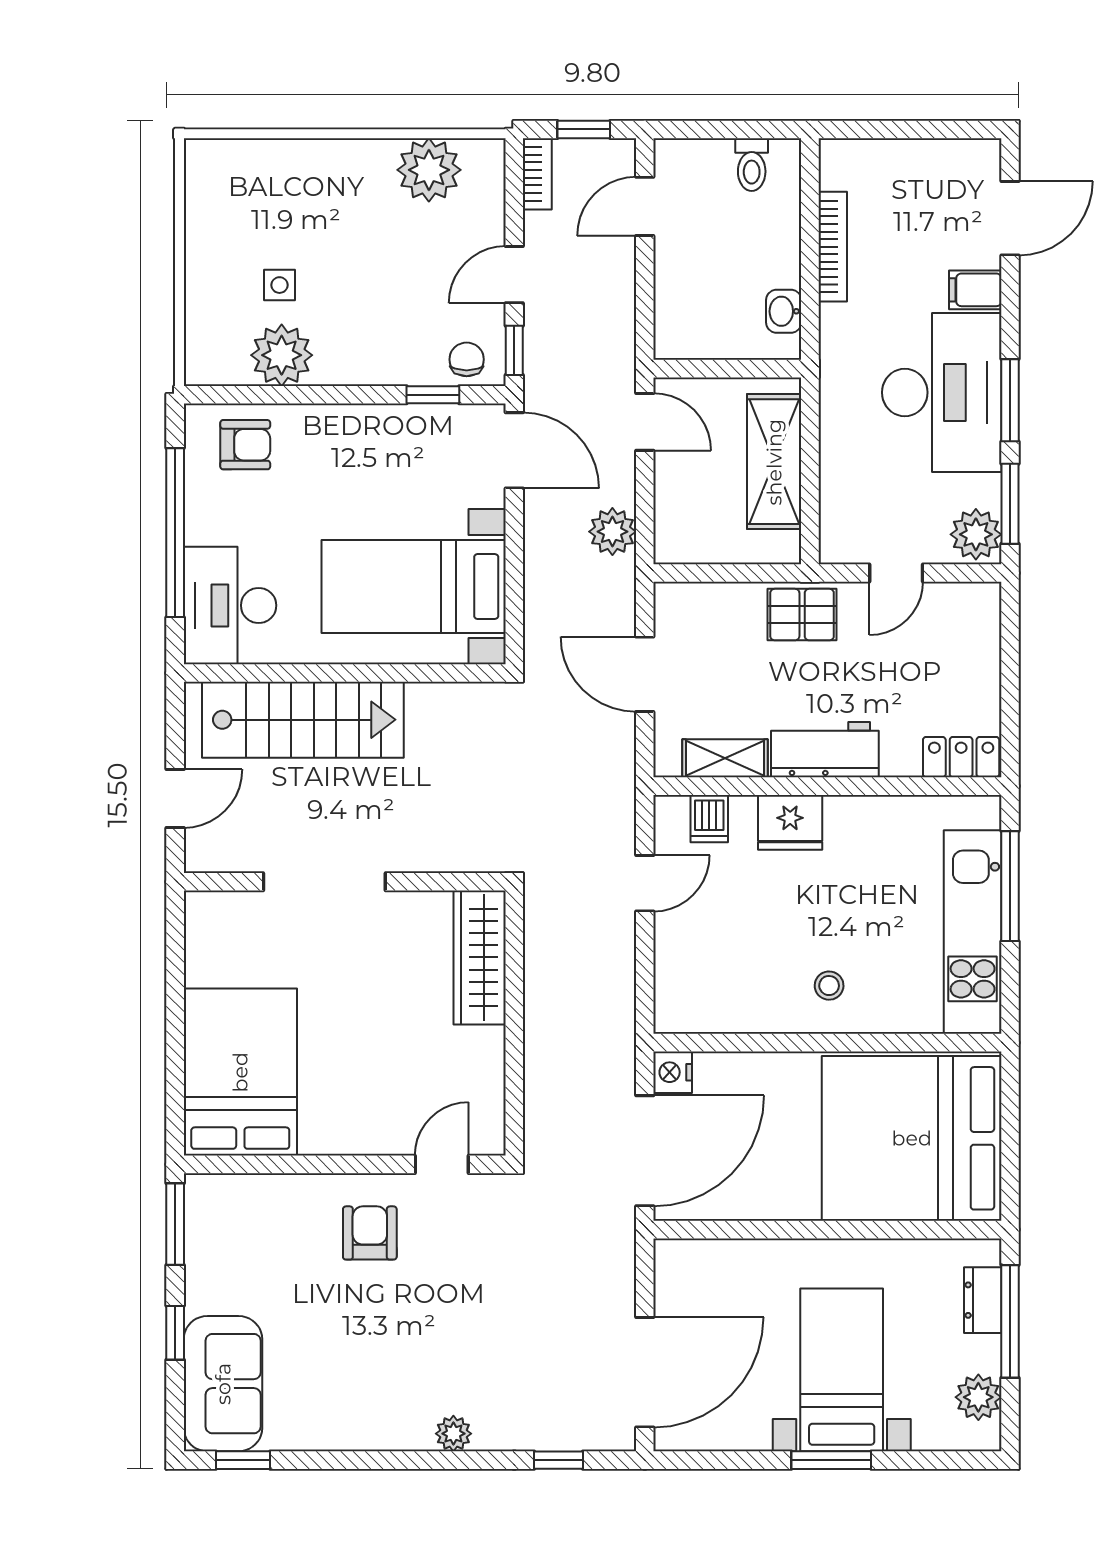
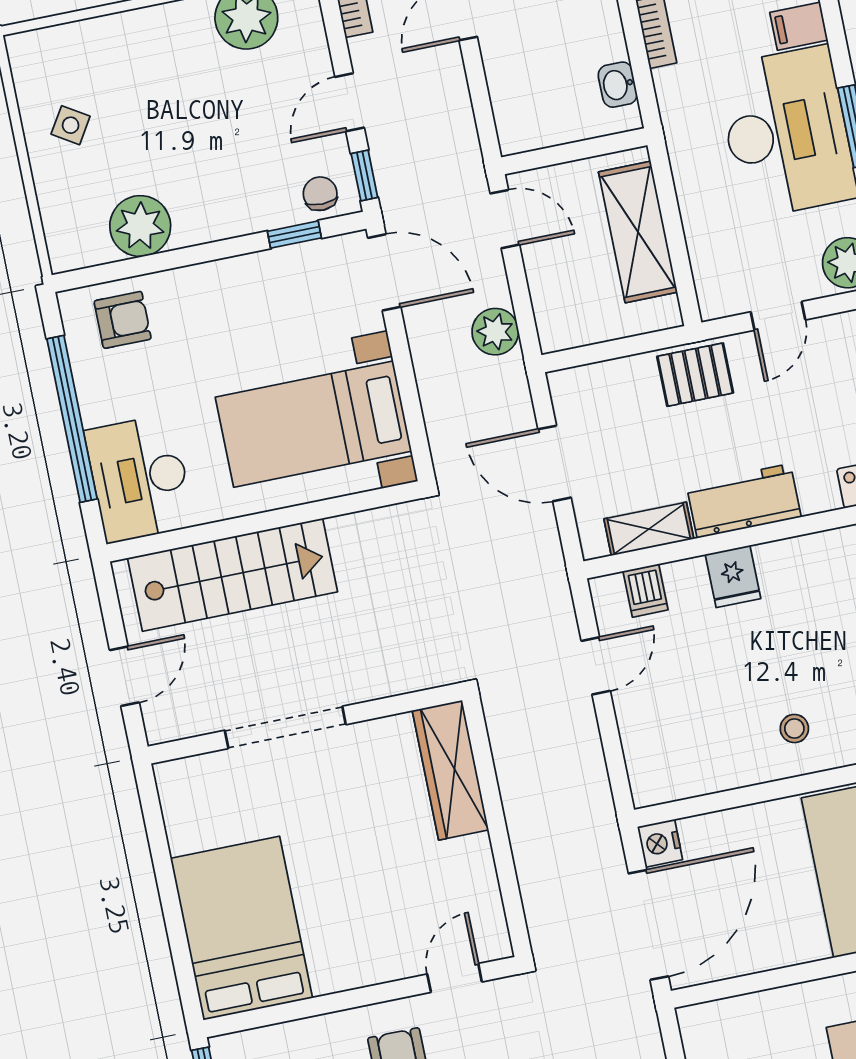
side table: (279, 285) -> (71, 125), moved, turned 32
fridge: (790, 822) -> (733, 576), width x0.72

